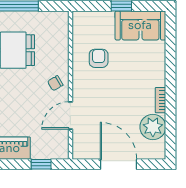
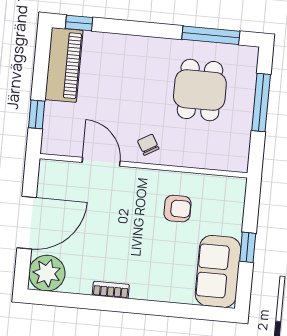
plant: (153, 127) -> (47, 273), moved

